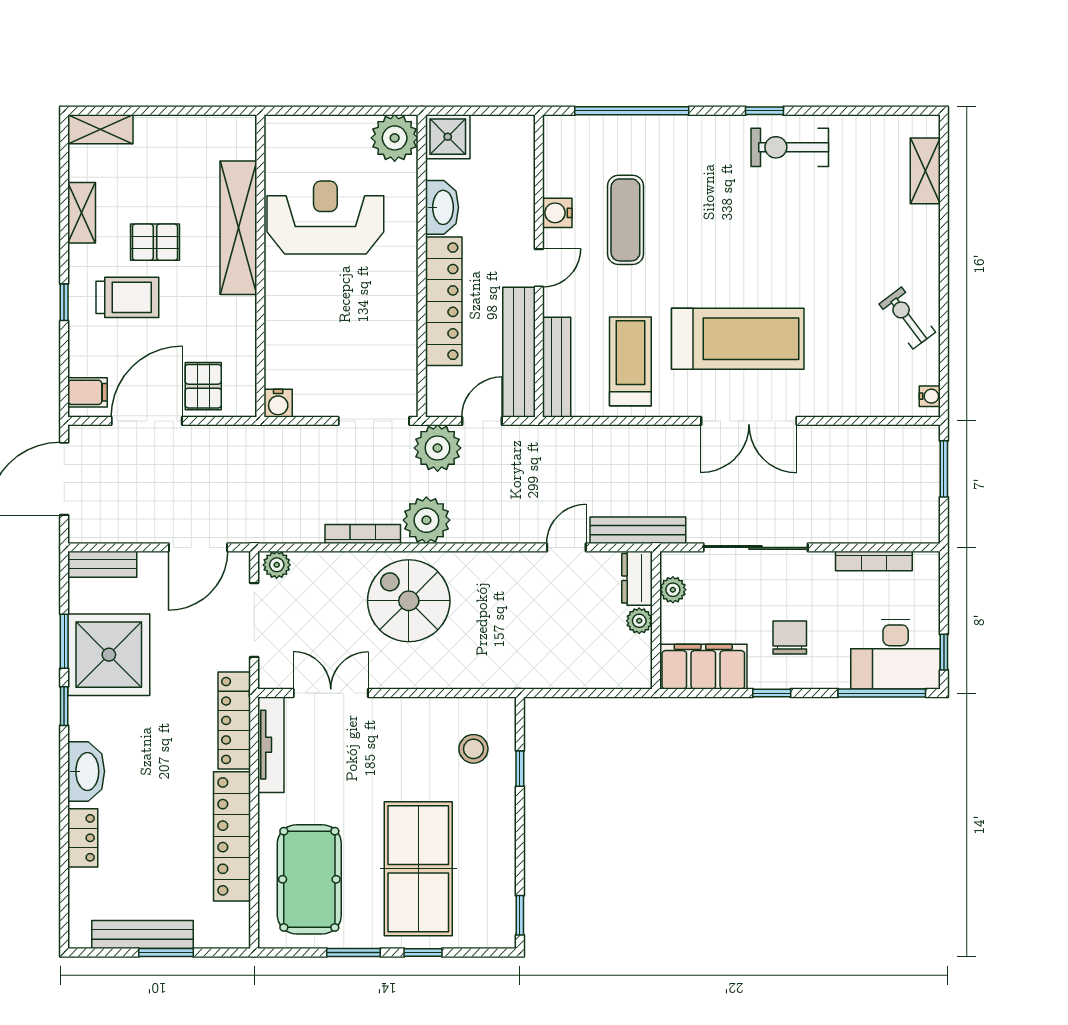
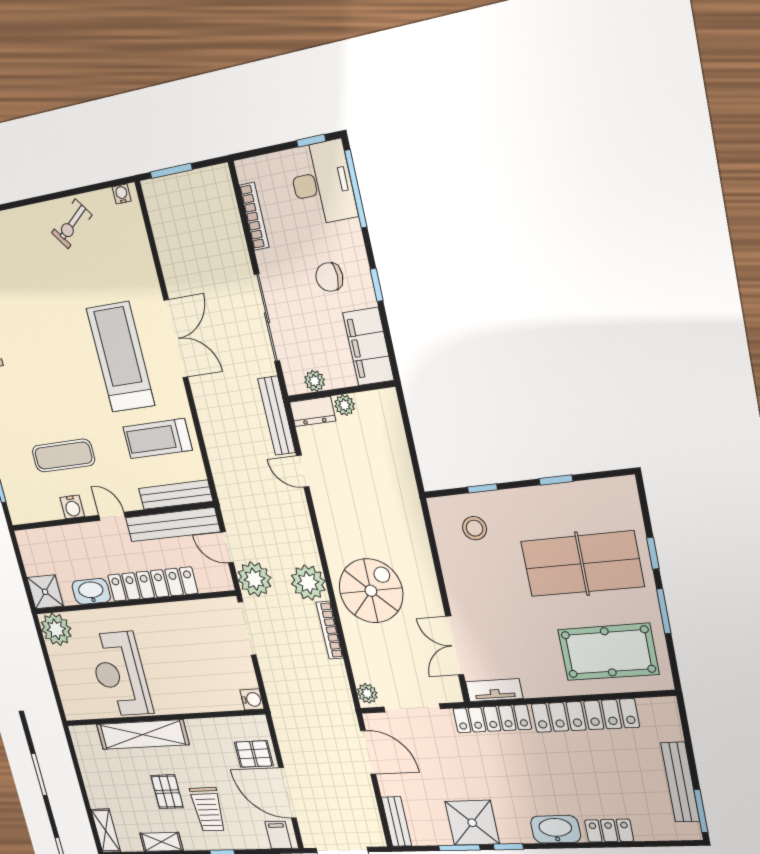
trolley: (127, 297) -> (208, 809), turned 180
spiral stairs: (409, 601) -> (371, 591), turned 180
shower: (109, 655) -> (472, 823), width x0.73, depth x0.73
tv unit: (271, 745) -> (494, 690), width x0.71
window: (520, 915) -> (556, 480), moved
window: (166, 953) -> (701, 811), moved

